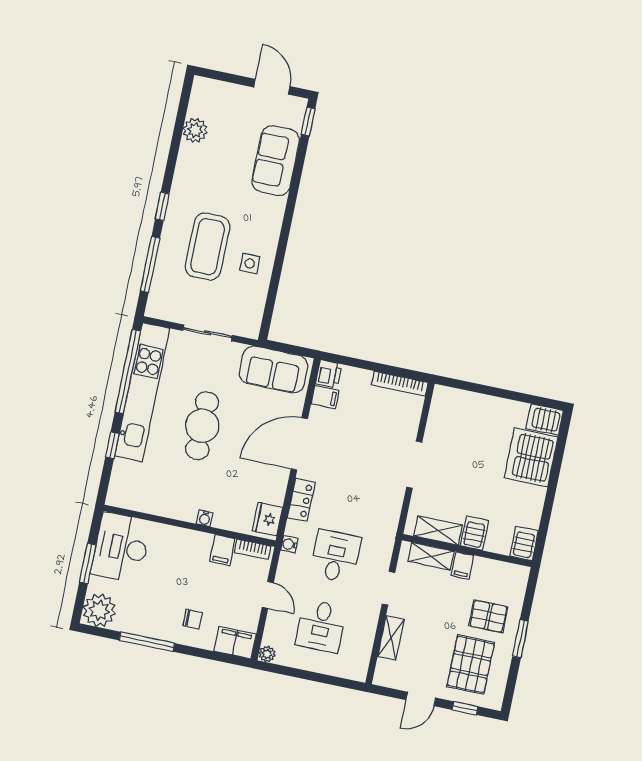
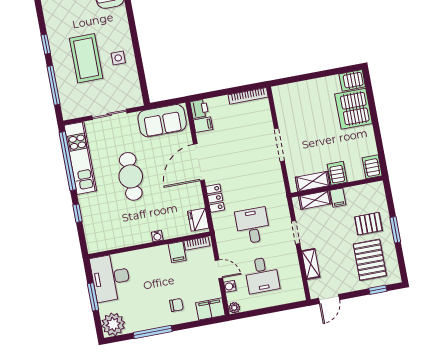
kitchen unit: (142, 392) -> (80, 158), width x0.73
water cooler: (289, 544) -> (230, 286), moved
door: (421, 699) -> (329, 299), moved

